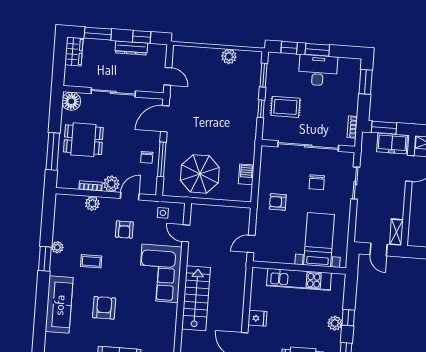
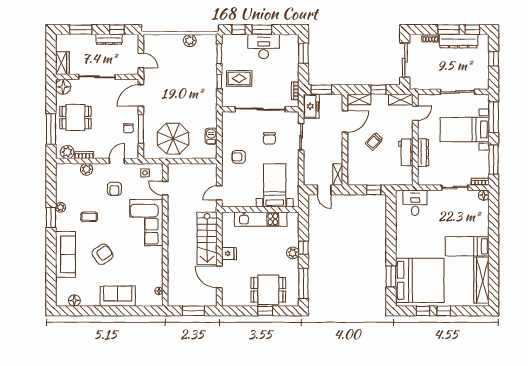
wardrobe: (74, 52) -> (62, 63), moved
freezer: (392, 143) -> (311, 106), moved, turned -90
plant: (111, 184) -> (67, 152), moved
stairs: (196, 298) -> (207, 238), moved, turned 180
armchair: (104, 308) -> (103, 254), turned 55

